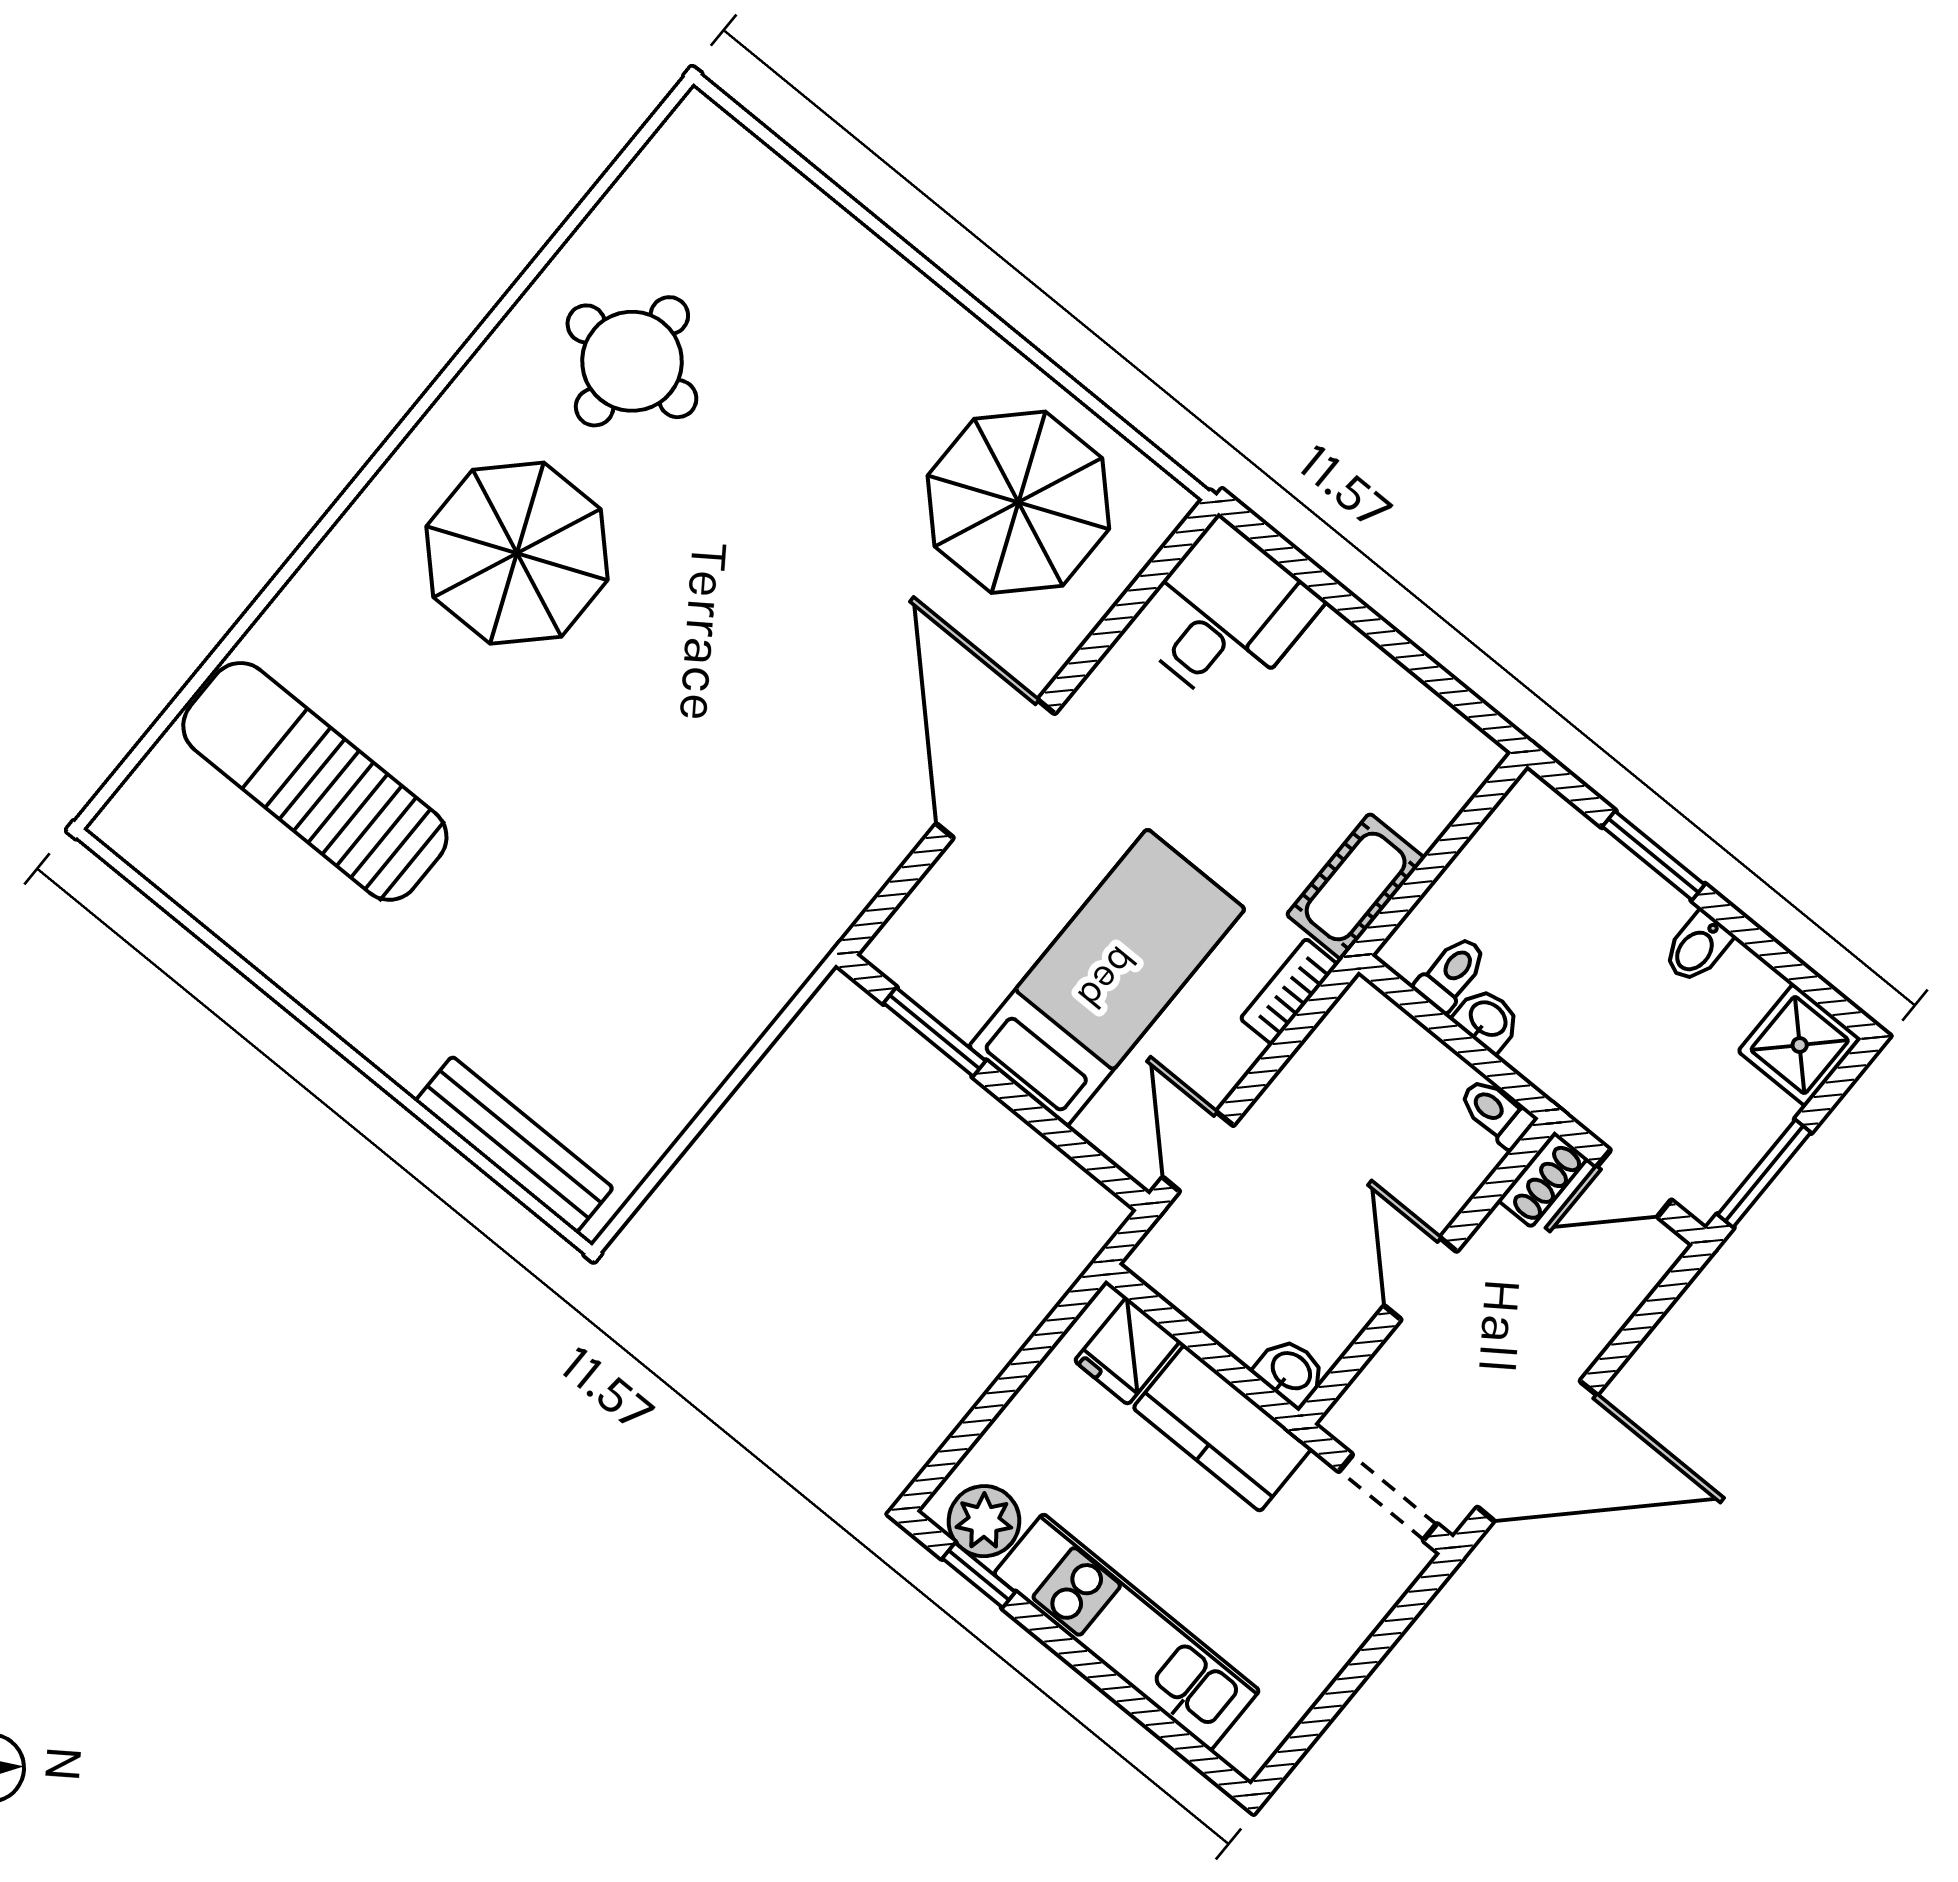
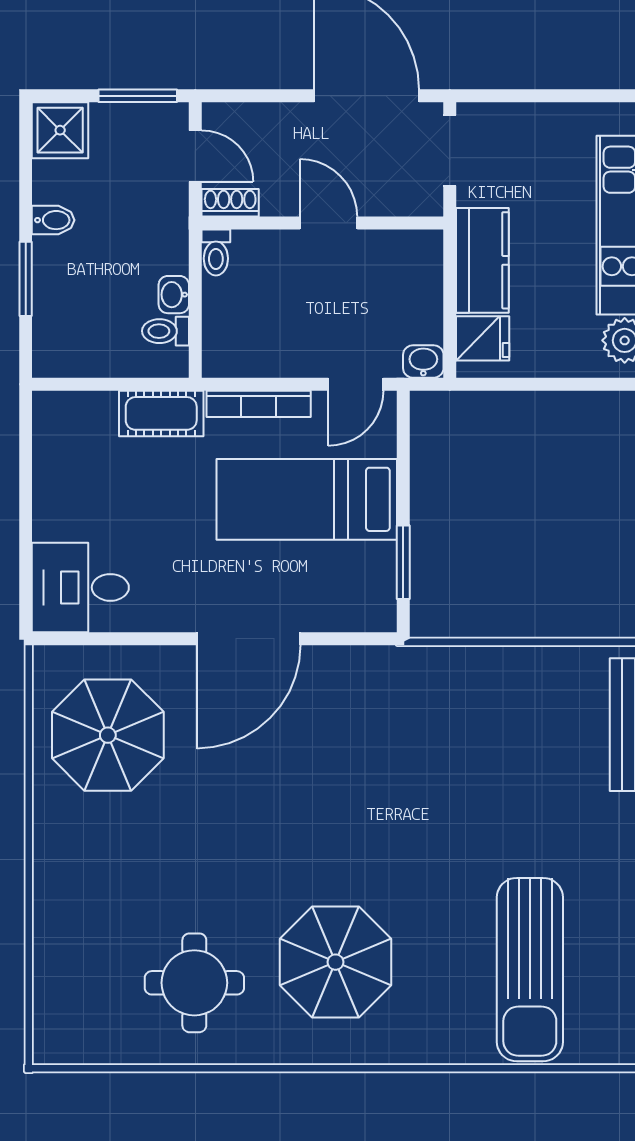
bookcase: (1289, 992) -> (259, 404), width x1.56
door: (1420, 1279) -> (329, 223), swing flipped
washbasin: (1290, 1372) -> (423, 362), moved, turned 90

